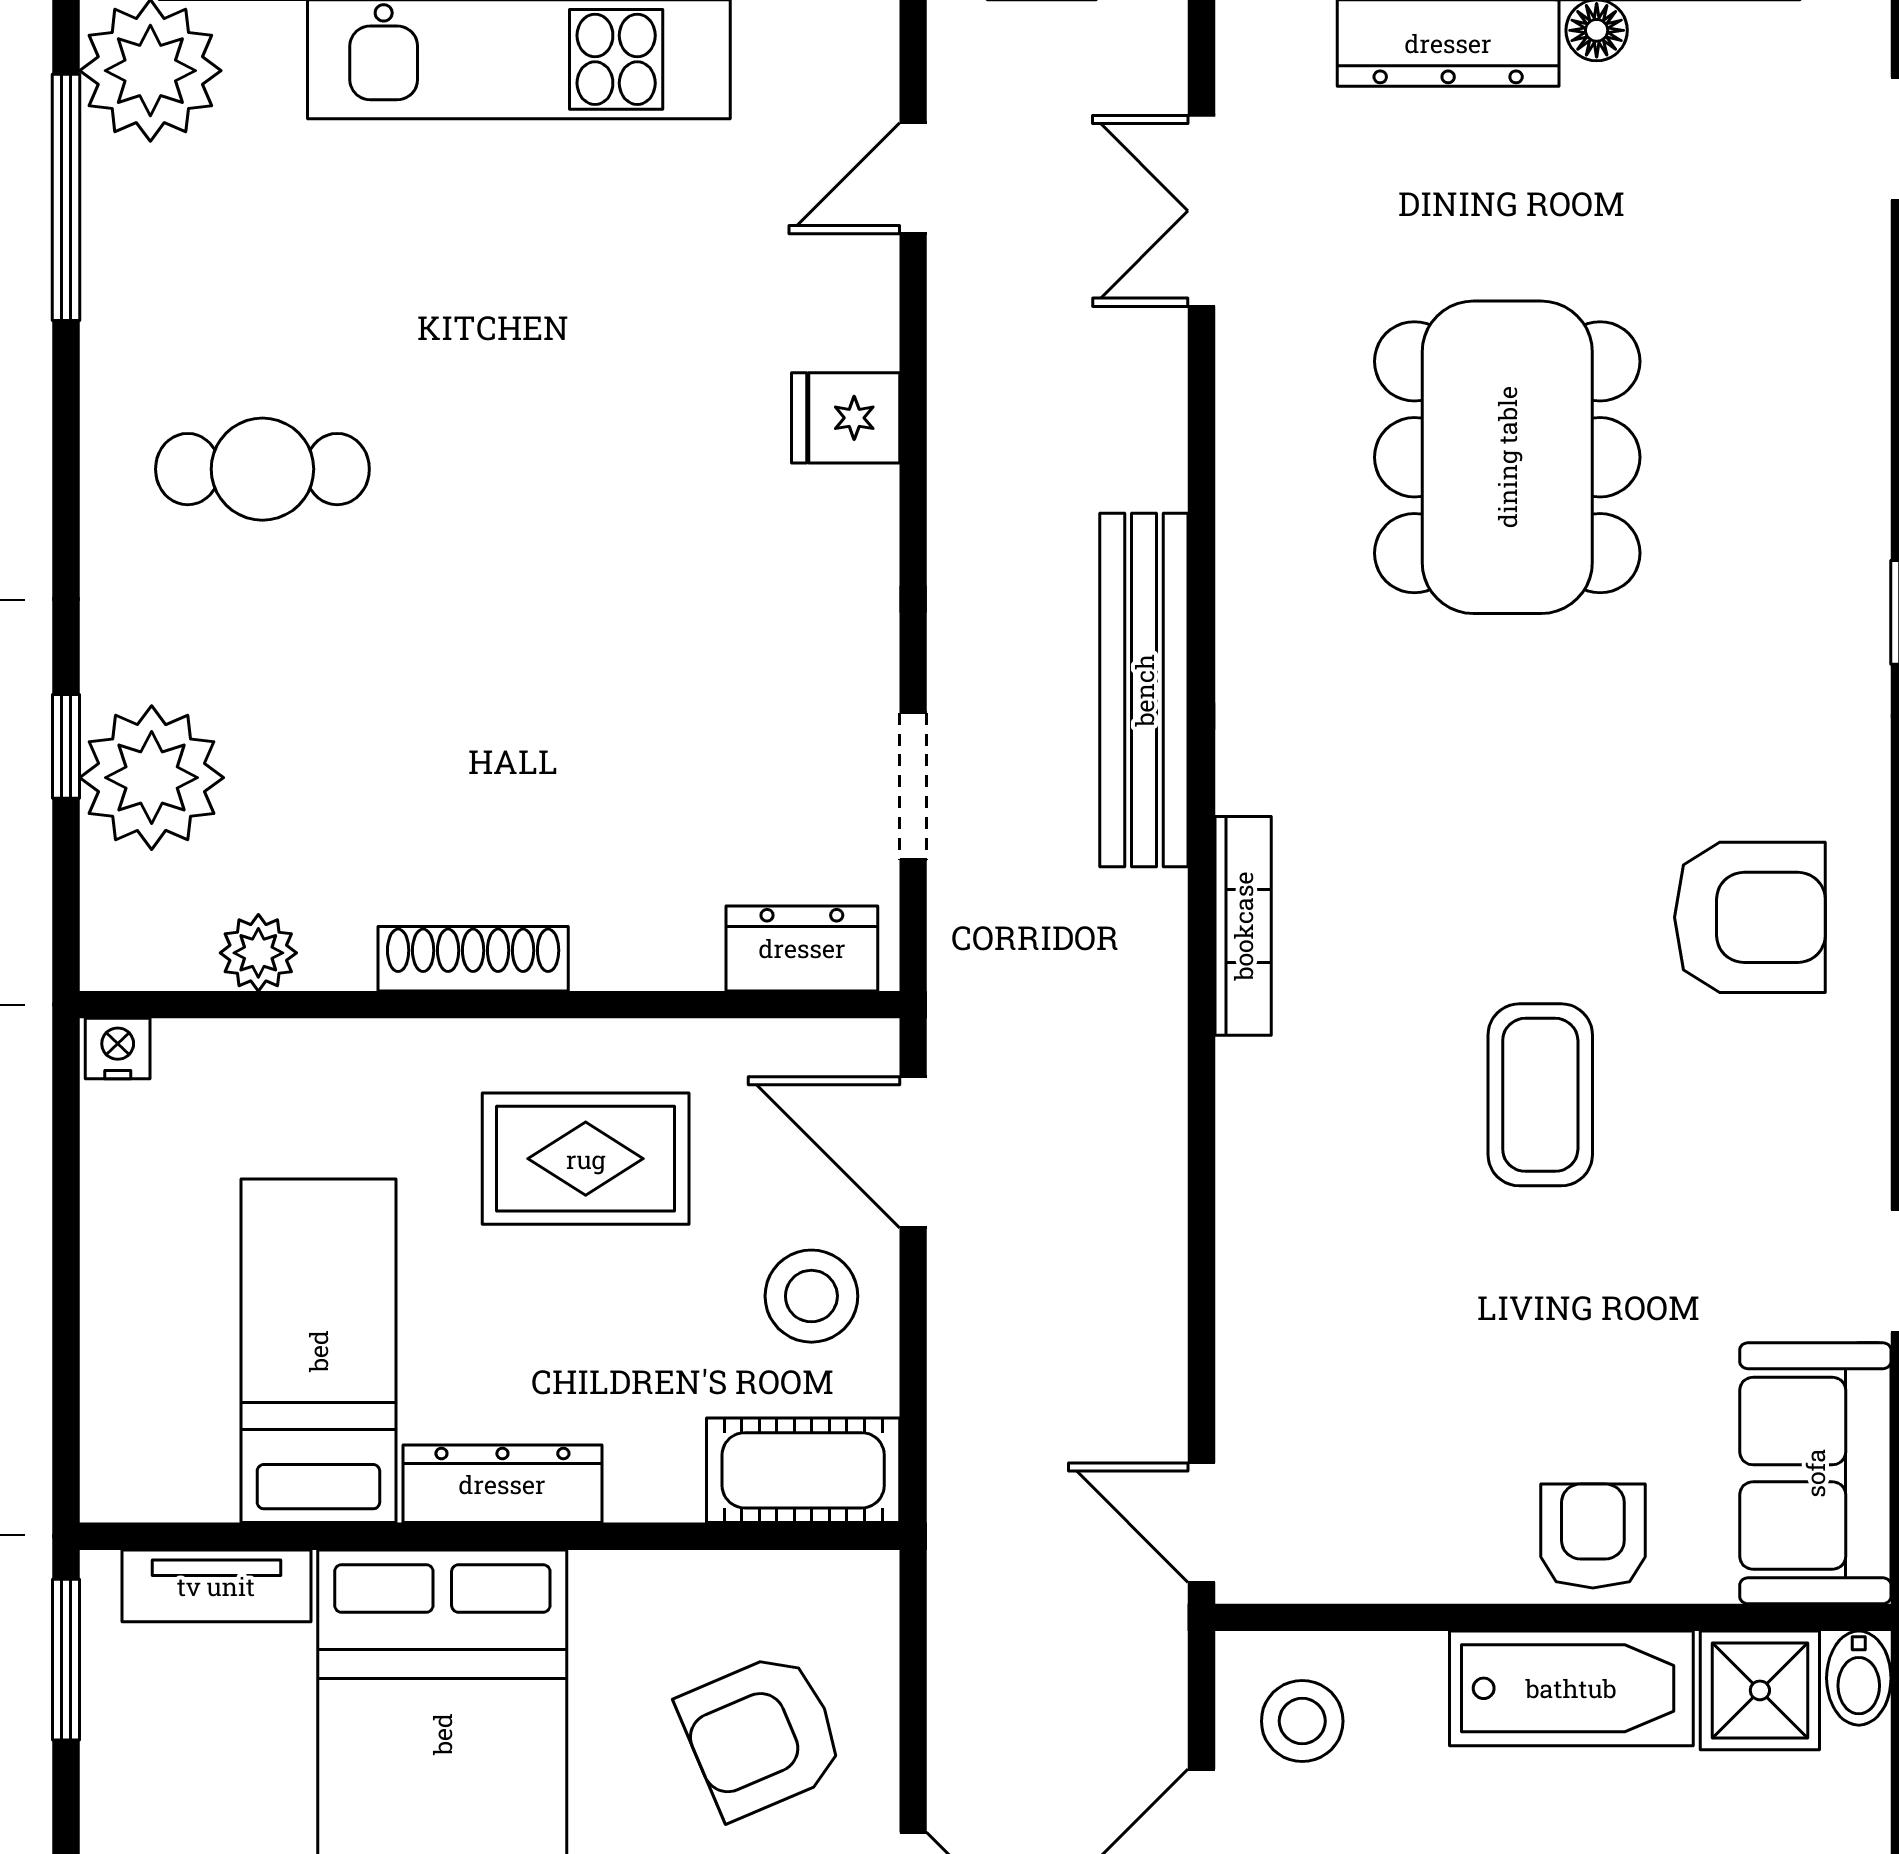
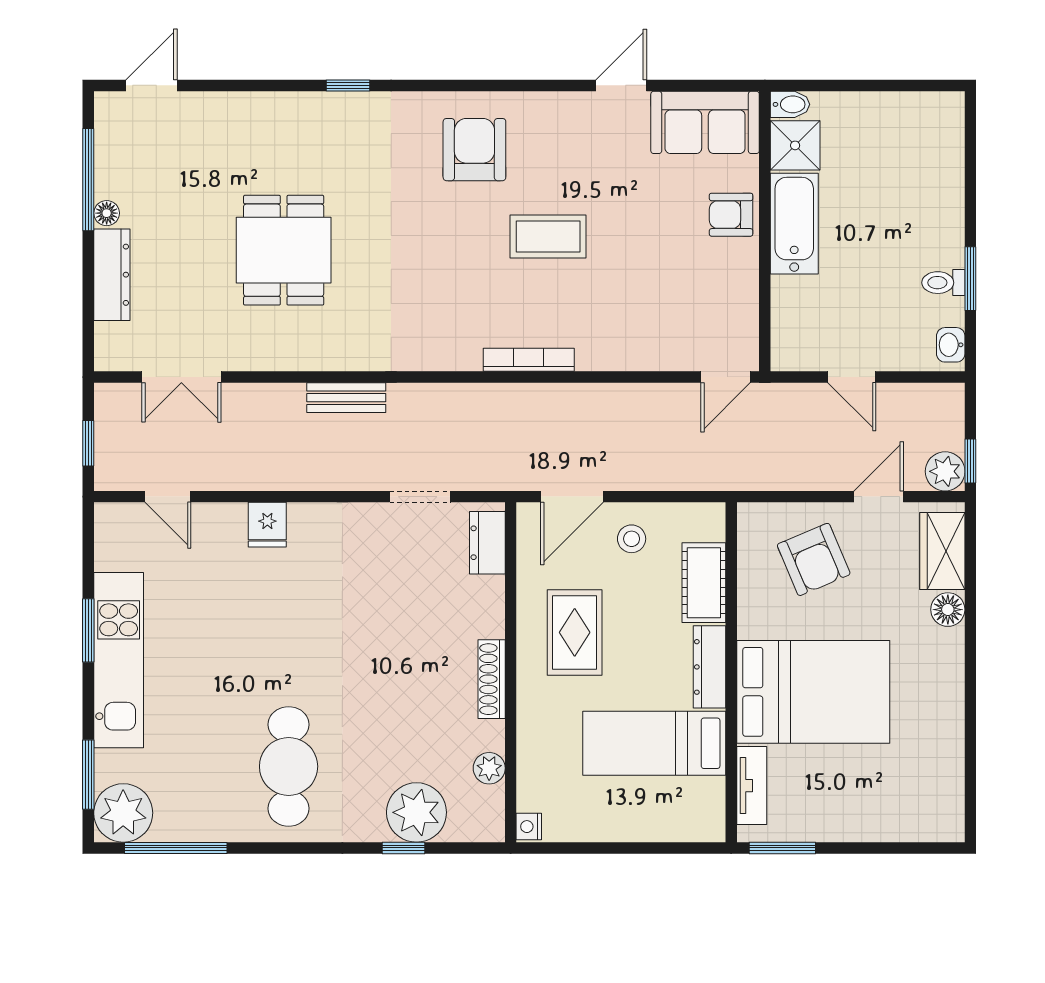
dining table: (1507, 457) -> (284, 250), width x0.73
cafe table: (262, 469) -> (289, 766), width x1.37, depth x1.35
bench: (1144, 690) -> (346, 398), width x0.54, depth x0.82
bookcase: (1243, 926) -> (529, 360), moved
stool: (811, 1296) -> (632, 539), width x0.73, depth x0.73
cot: (803, 1470) -> (704, 583), moved
stool: (1302, 1721) -> (808, 335), removed

